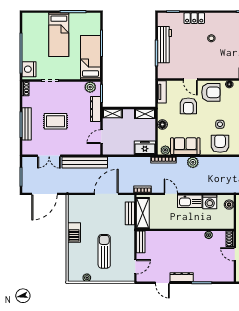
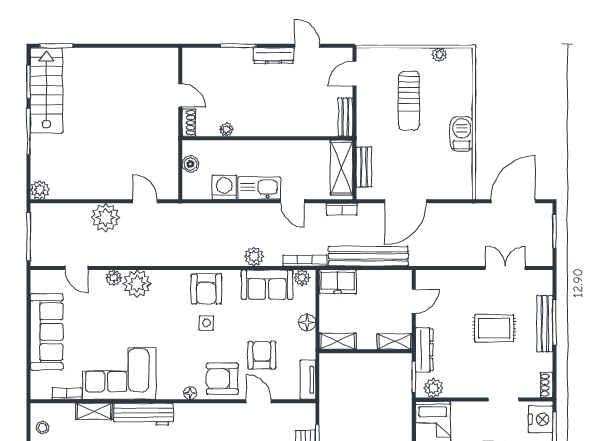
bench: (85, 162) -> (368, 256), moved
boiler: (229, 205) -> (190, 164), moved

